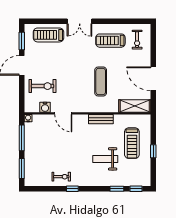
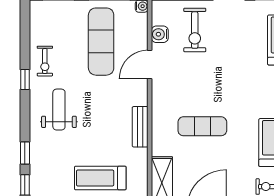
exercise mat: (49, 143) -> (101, 42), added
weight bench: (105, 159) -> (59, 110), moved

